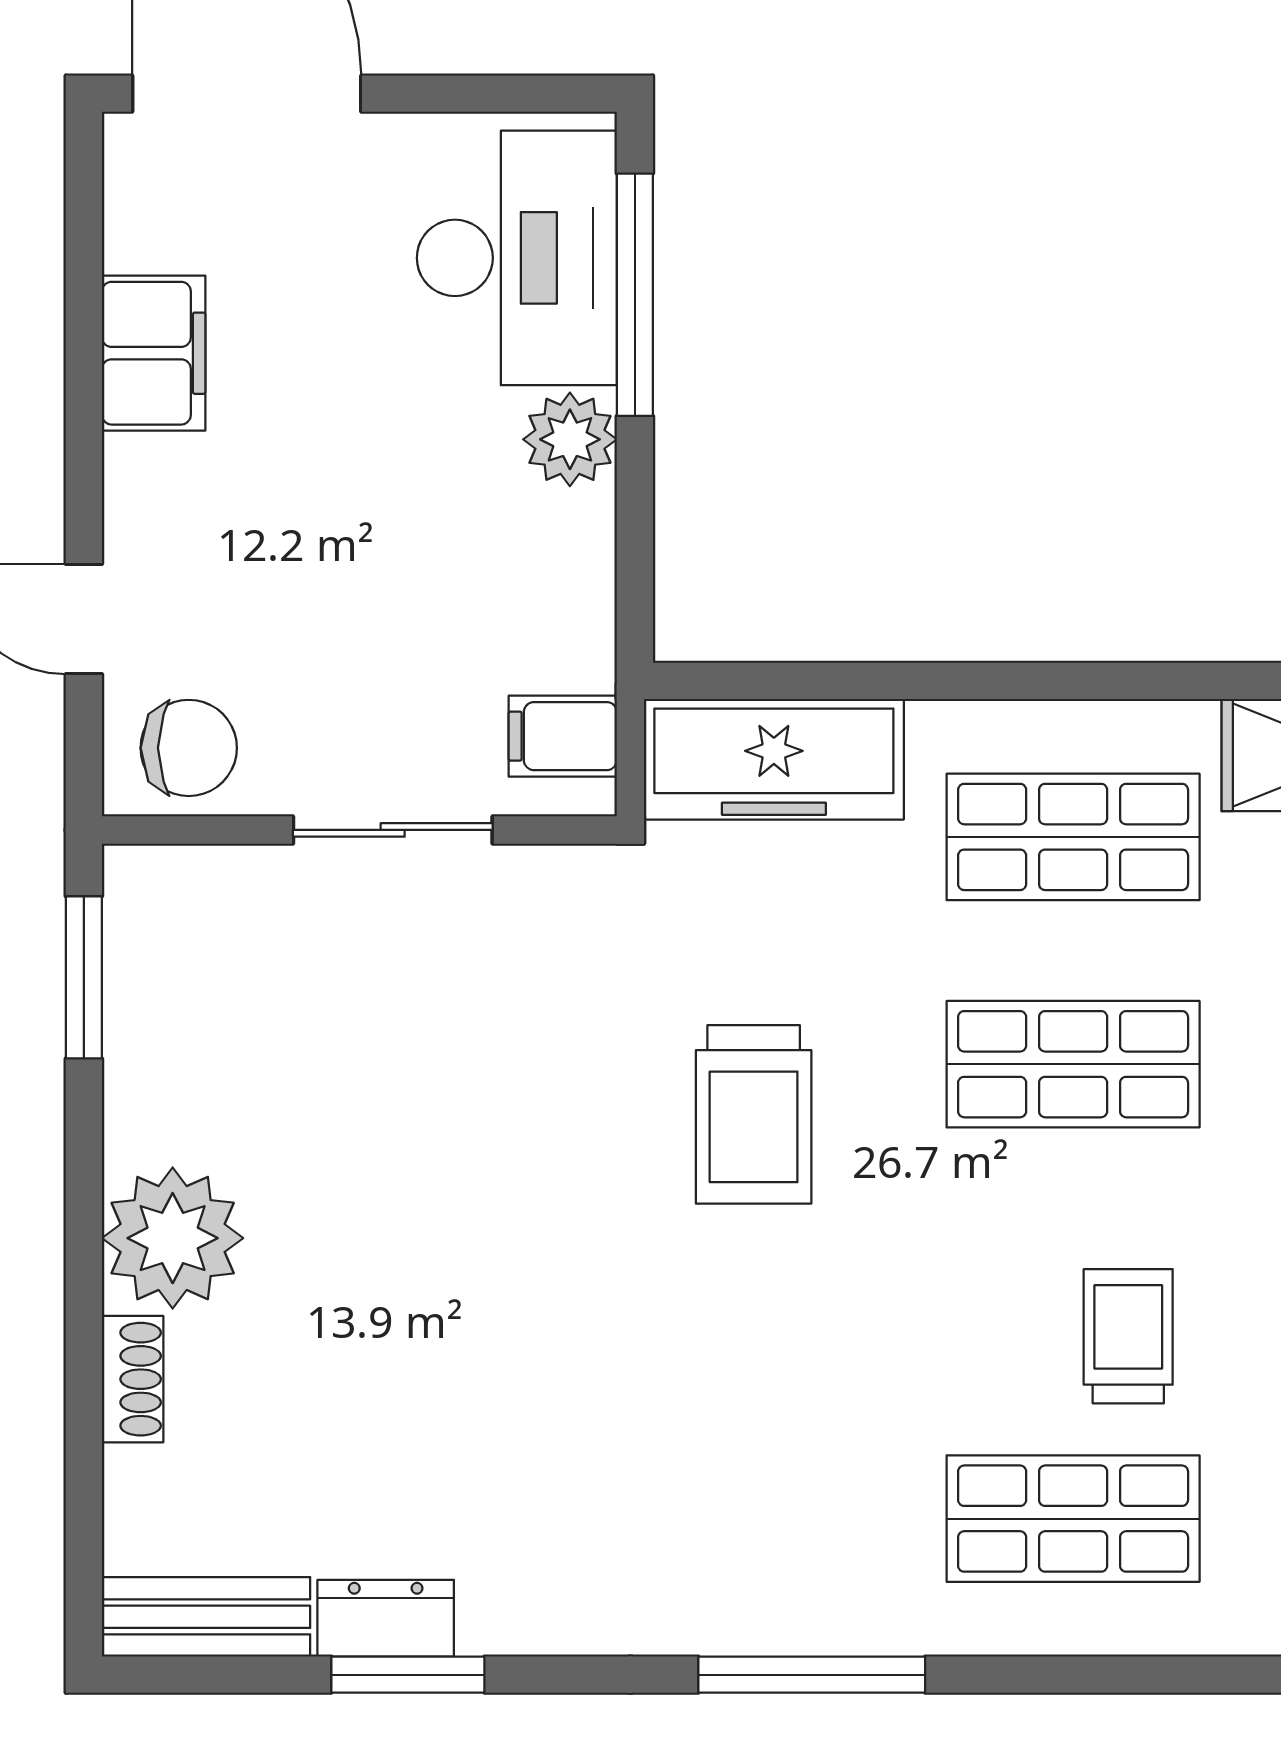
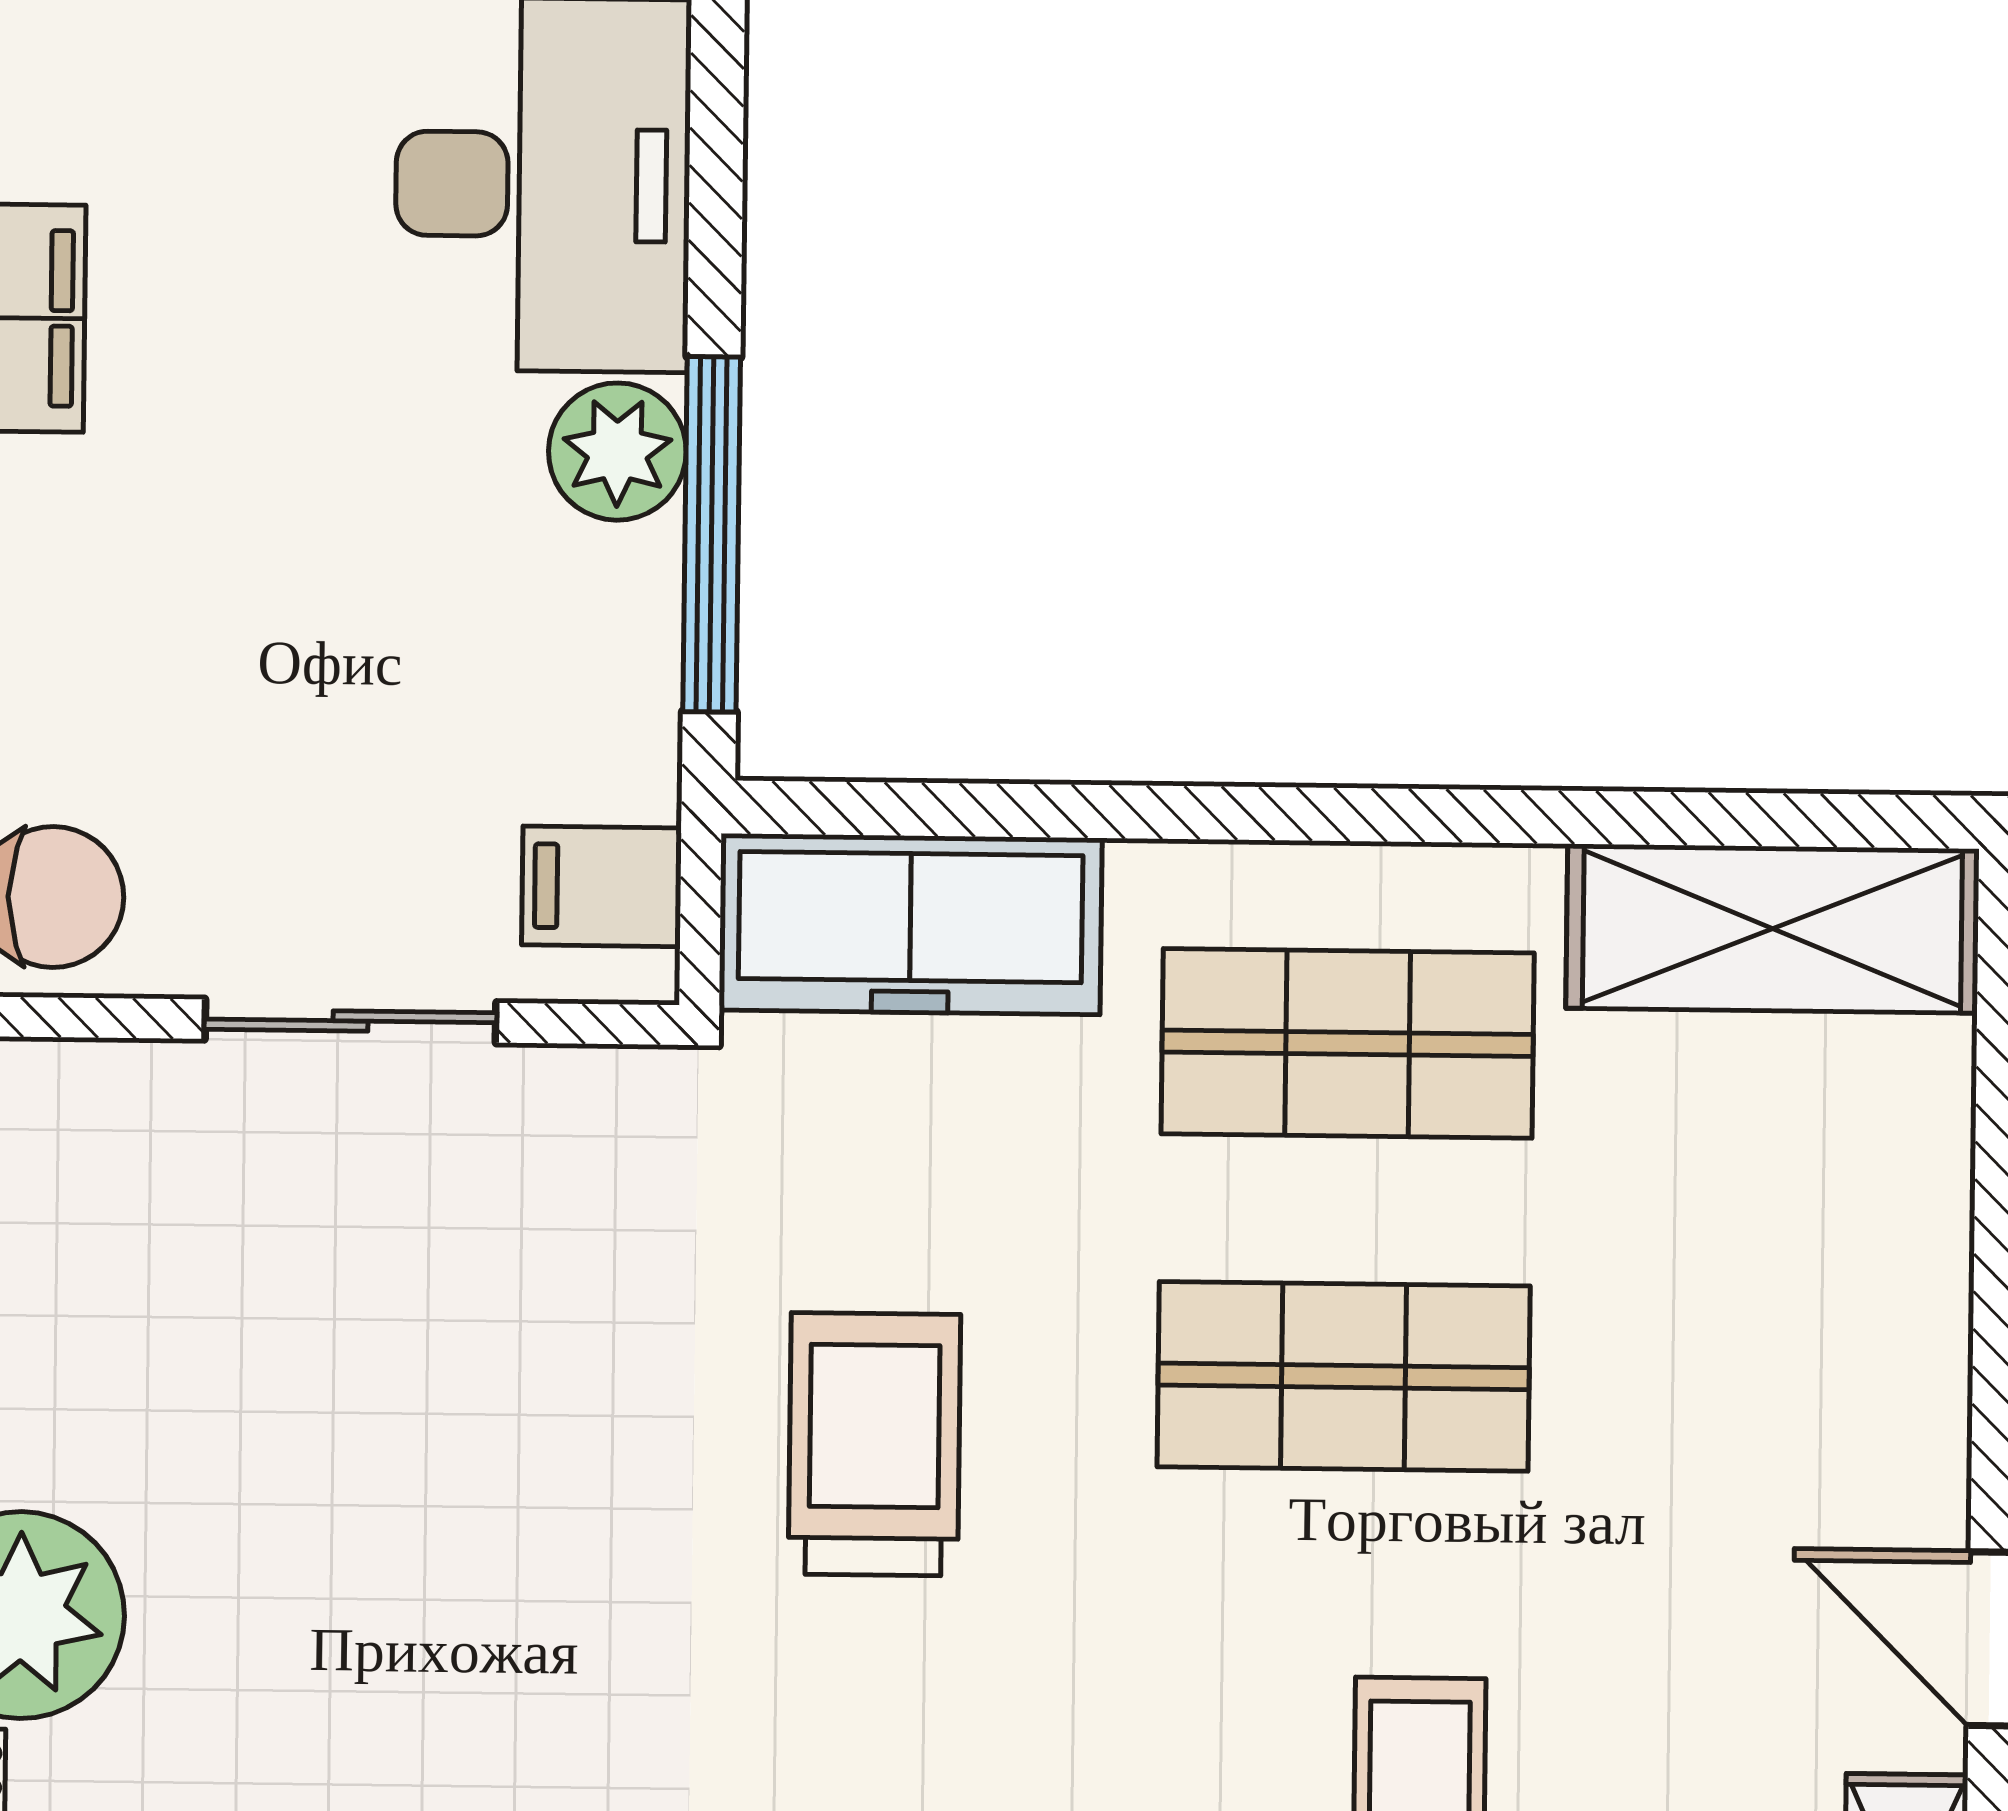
window: (635, 295) -> (712, 534), moved
trolley: (754, 1114) -> (874, 1444), turned 180

